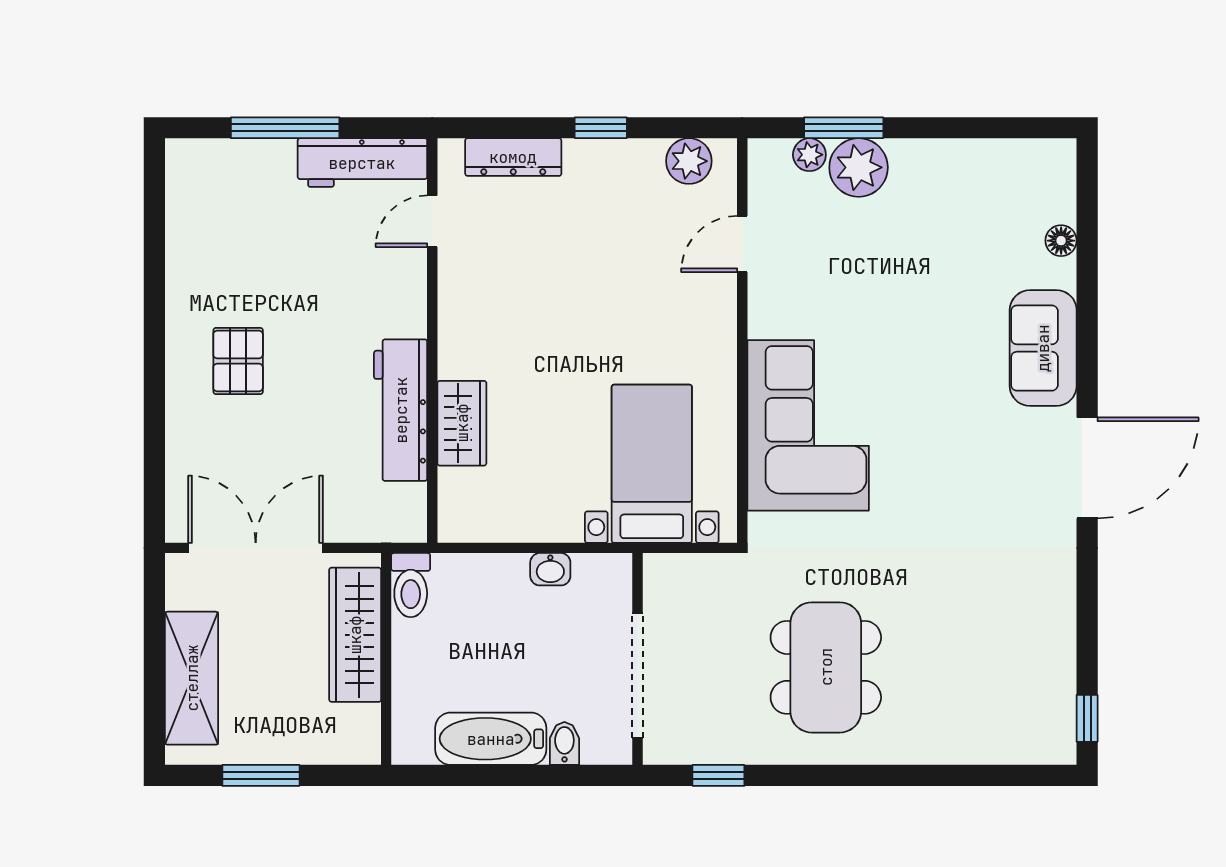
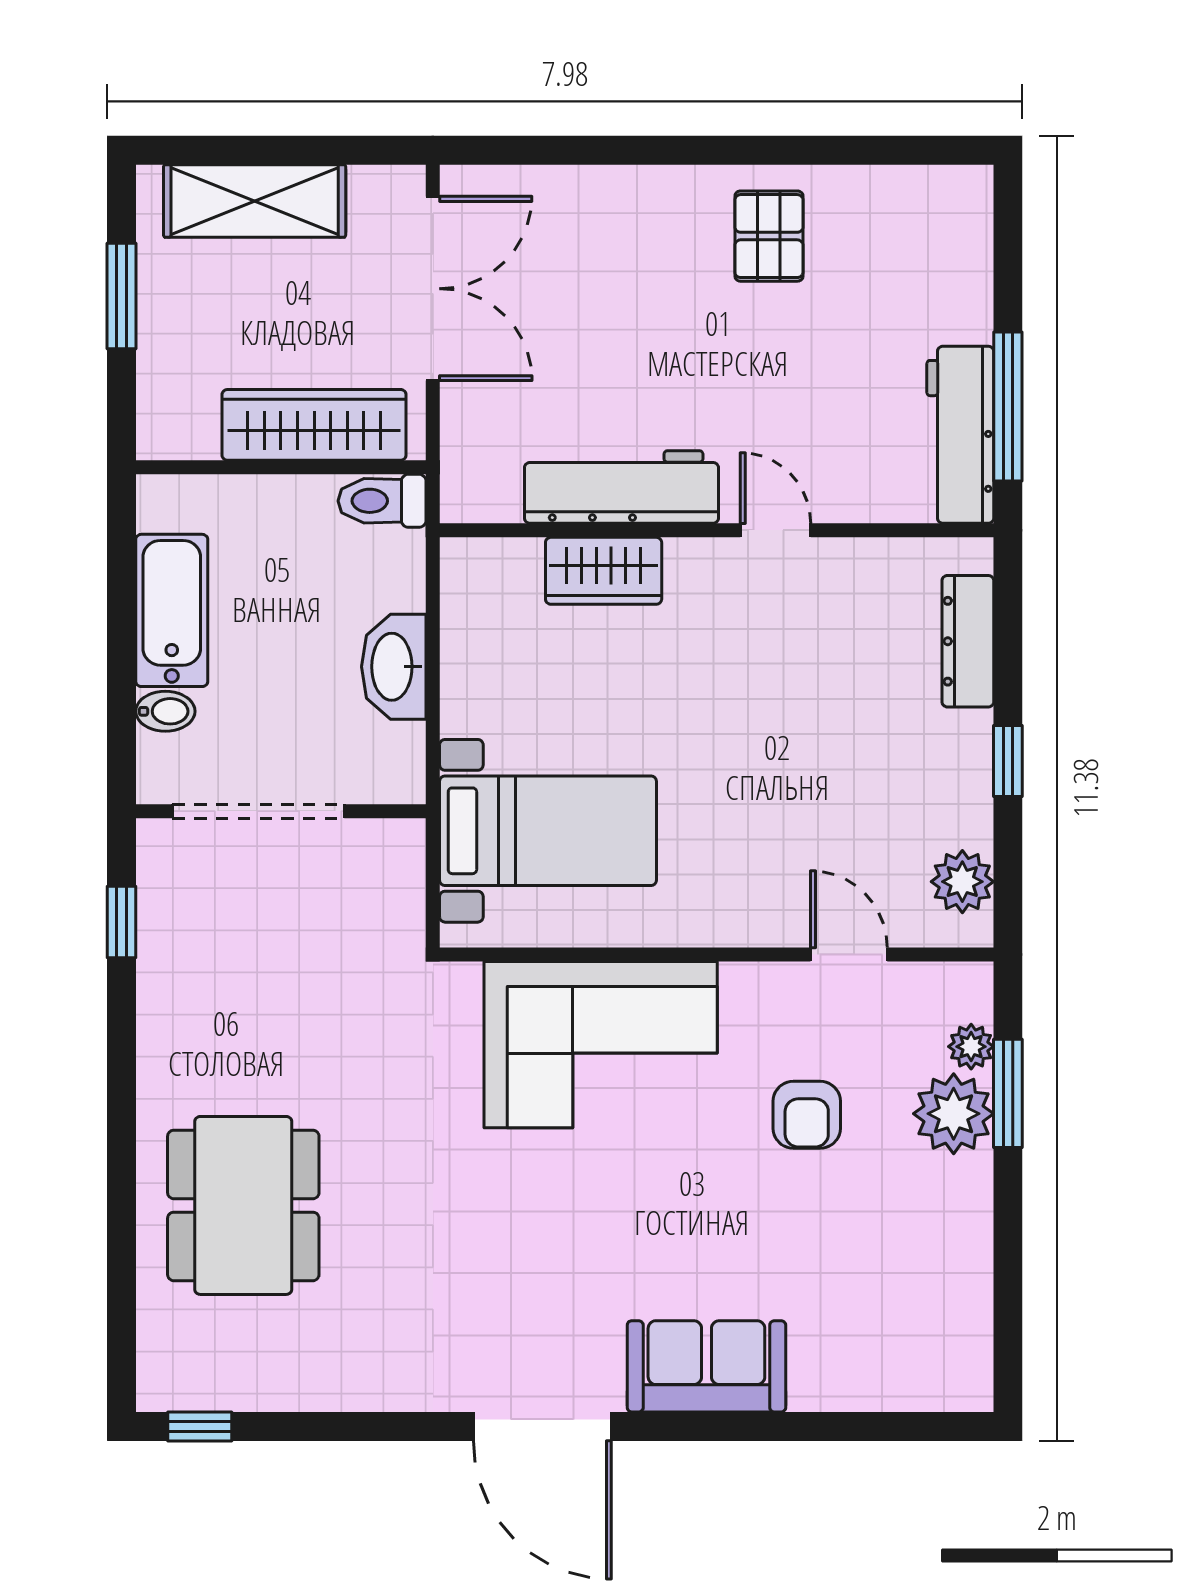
window: (285, 128) -> (1008, 407), moved
door: (432, 221) -> (776, 530), moved
floor lamp: (1061, 241) -> (853, 1391), removed
armchair: (859, 275) -> (807, 1115), added
pallet: (238, 361) -> (769, 236), moved, turned 90
washbasin: (550, 569) -> (394, 667), width x1.91, depth x1.45
dining table: (826, 667) -> (243, 1205), moved, turned 90

